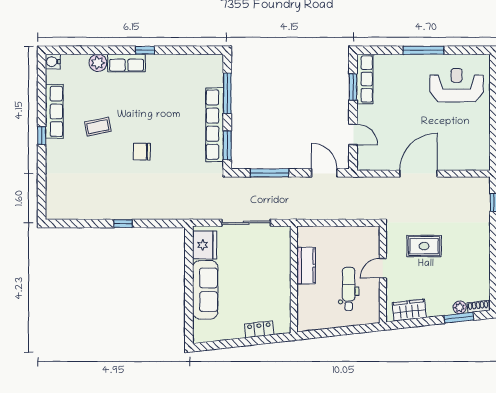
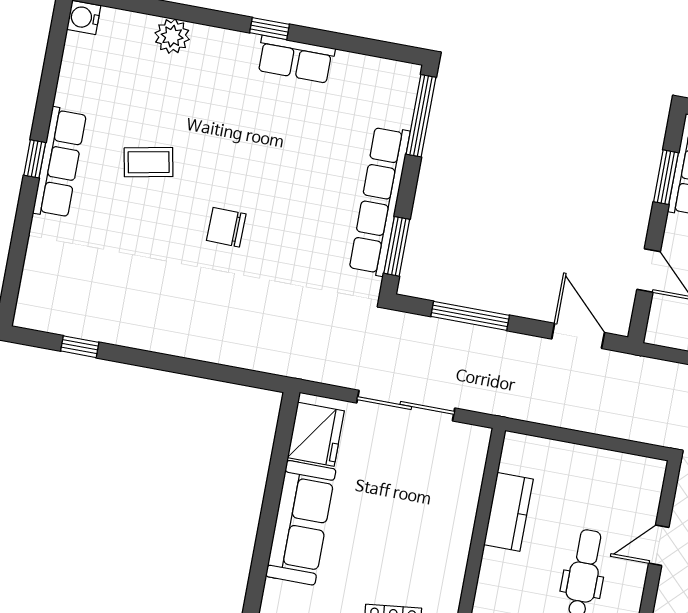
row of seats: (127, 63) -> (296, 59), moved
window: (227, 93) -> (421, 116), moved
row of seats: (54, 111) -> (60, 163), moved
window: (123, 223) -> (80, 347), moved

